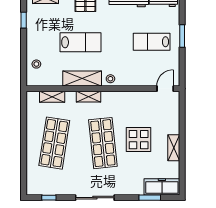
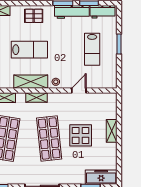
lab bench: (152, 42) -> (92, 49), turned -90
door: (165, 89) -> (79, 91), moved
shelving: (174, 148) -> (112, 131), moved

